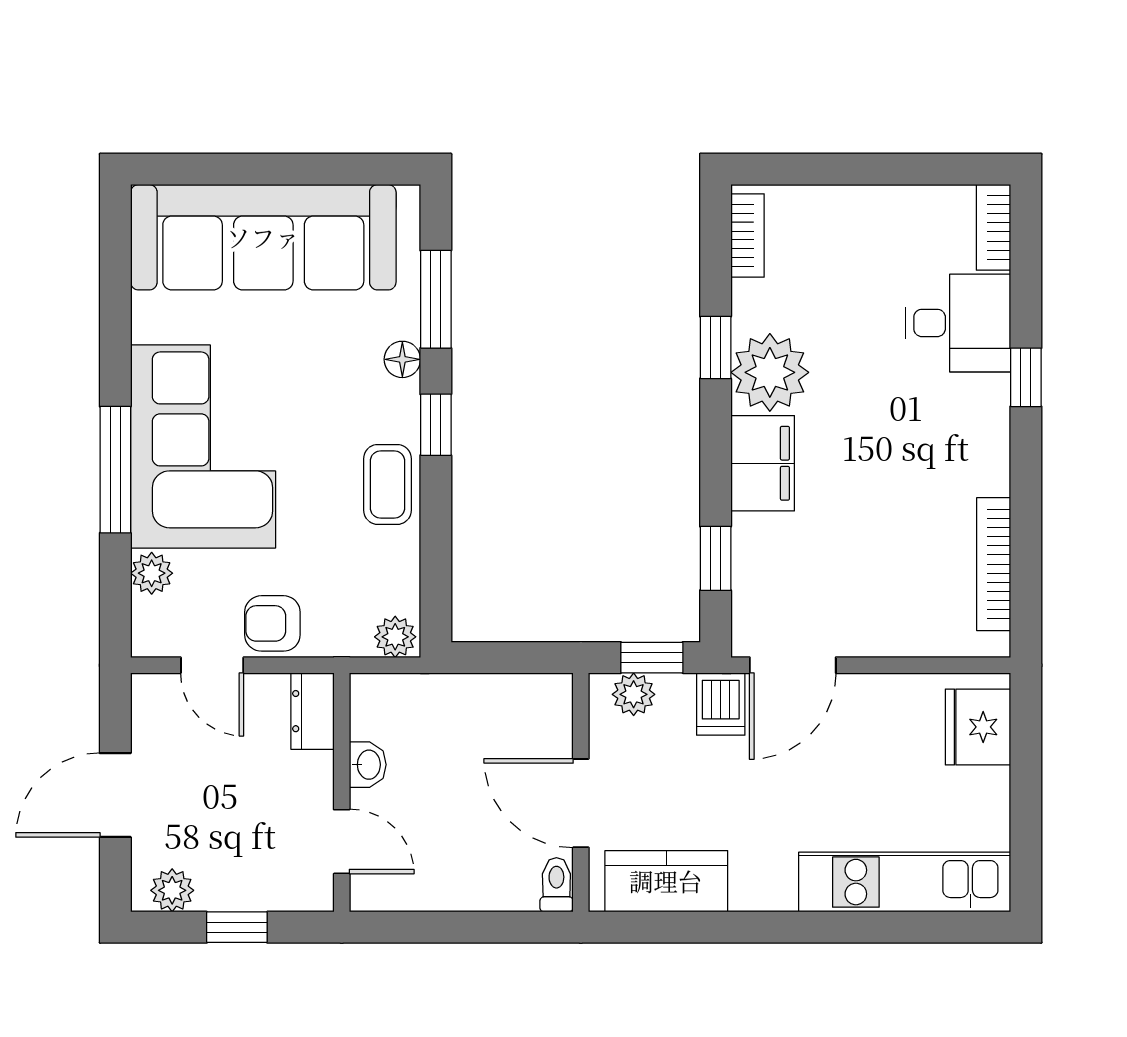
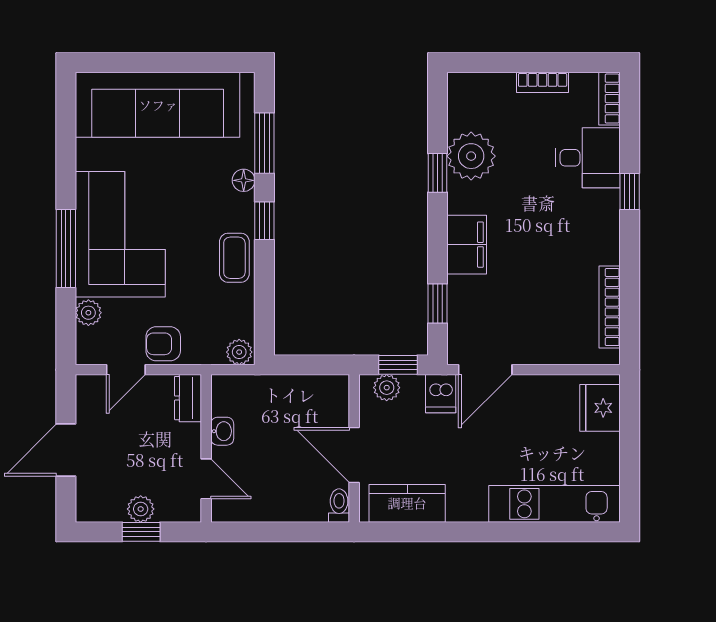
bookcase: (748, 235) -> (543, 82), moved, turned 90
plant: (770, 372) -> (471, 156), moved
door: (212, 665) -> (126, 370), hinge flipped
plant: (172, 890) -> (141, 509), moved

